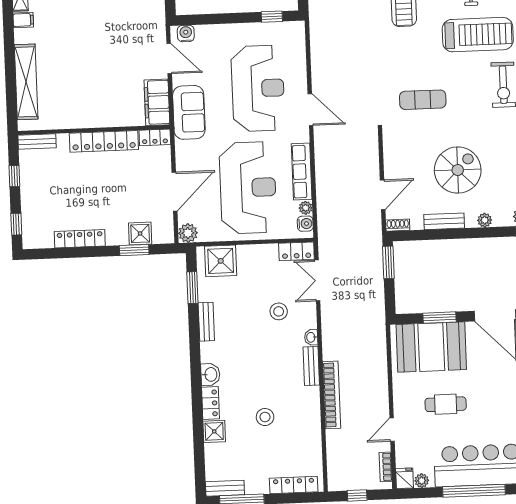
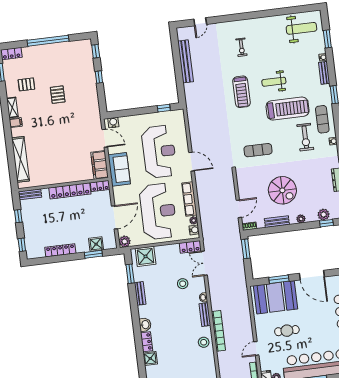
spiral stairs: (458, 170) -> (282, 190), turned 90
stool: (265, 417) -> (204, 342), moved

